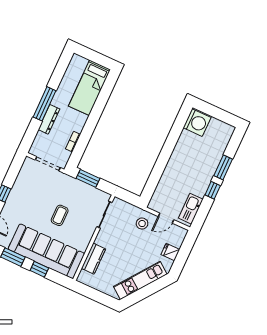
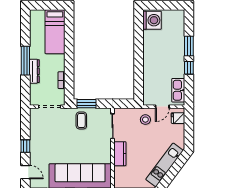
coffee table: (60, 215) -> (81, 120), moved
fridge: (170, 252) -> (178, 118), moved
kitchen counter: (93, 259) -> (120, 154), moved

